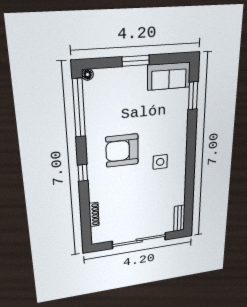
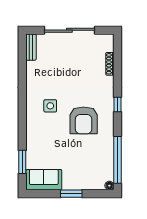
armchair: (122, 150) -> (84, 120), turned 90

